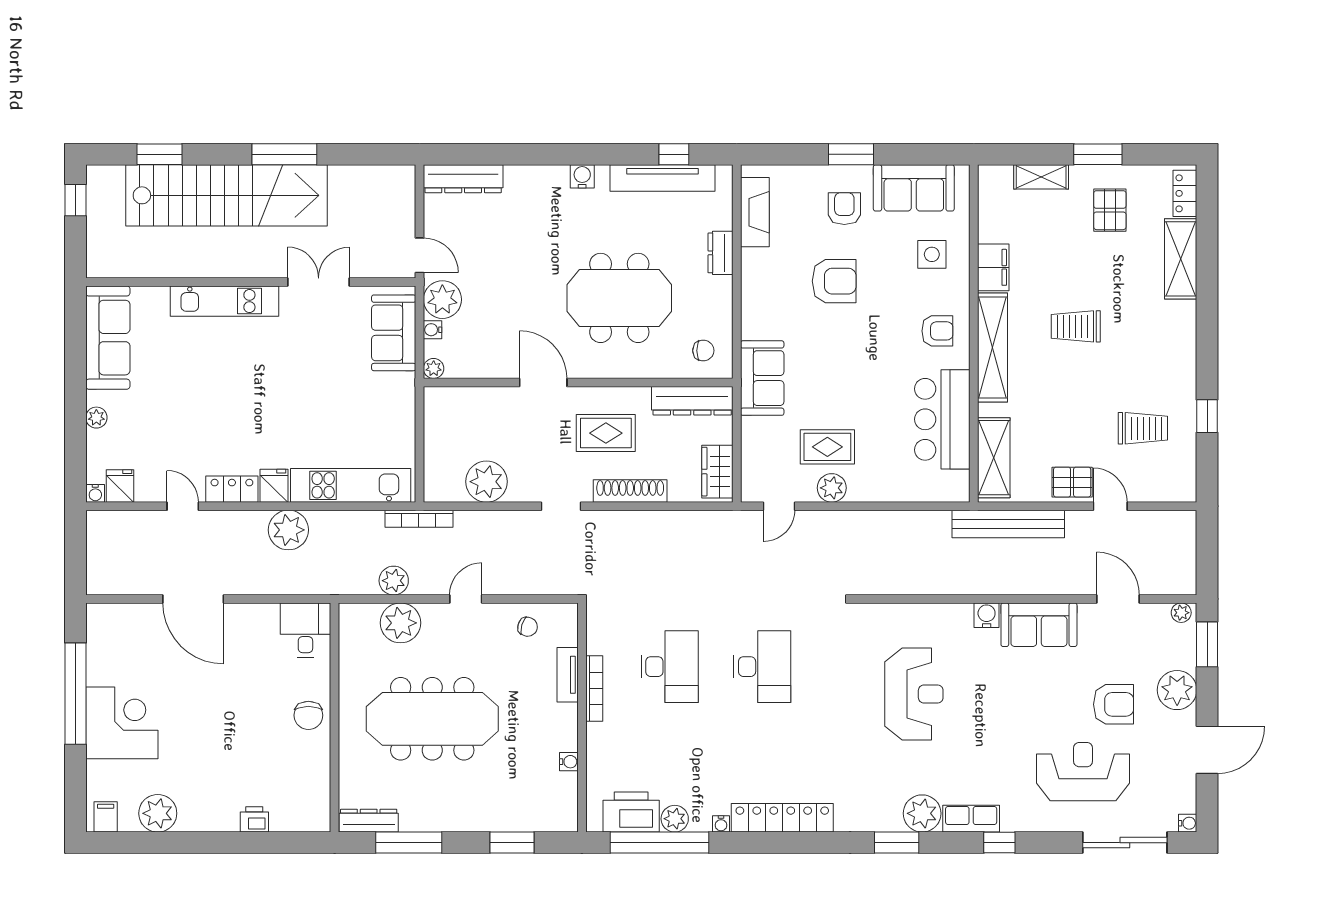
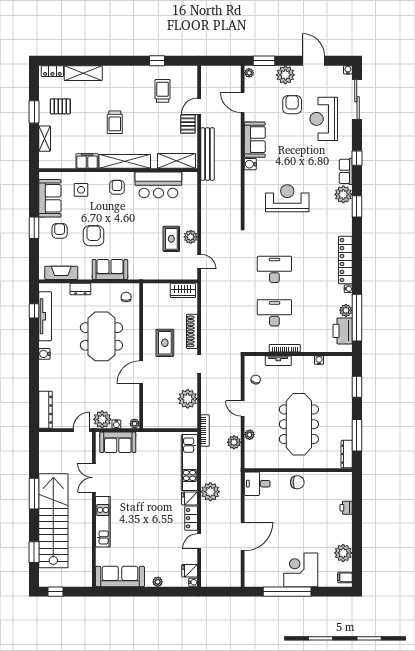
armchair: (844, 209) -> (60, 231), turned 90
sofa: (762, 378) -> (110, 269), moved
dresser: (692, 401) -> (150, 302), removed
door: (1118, 599) -> (243, 102), hinge flipped
plant: (400, 623) -> (250, 435), width x0.53, depth x0.53

